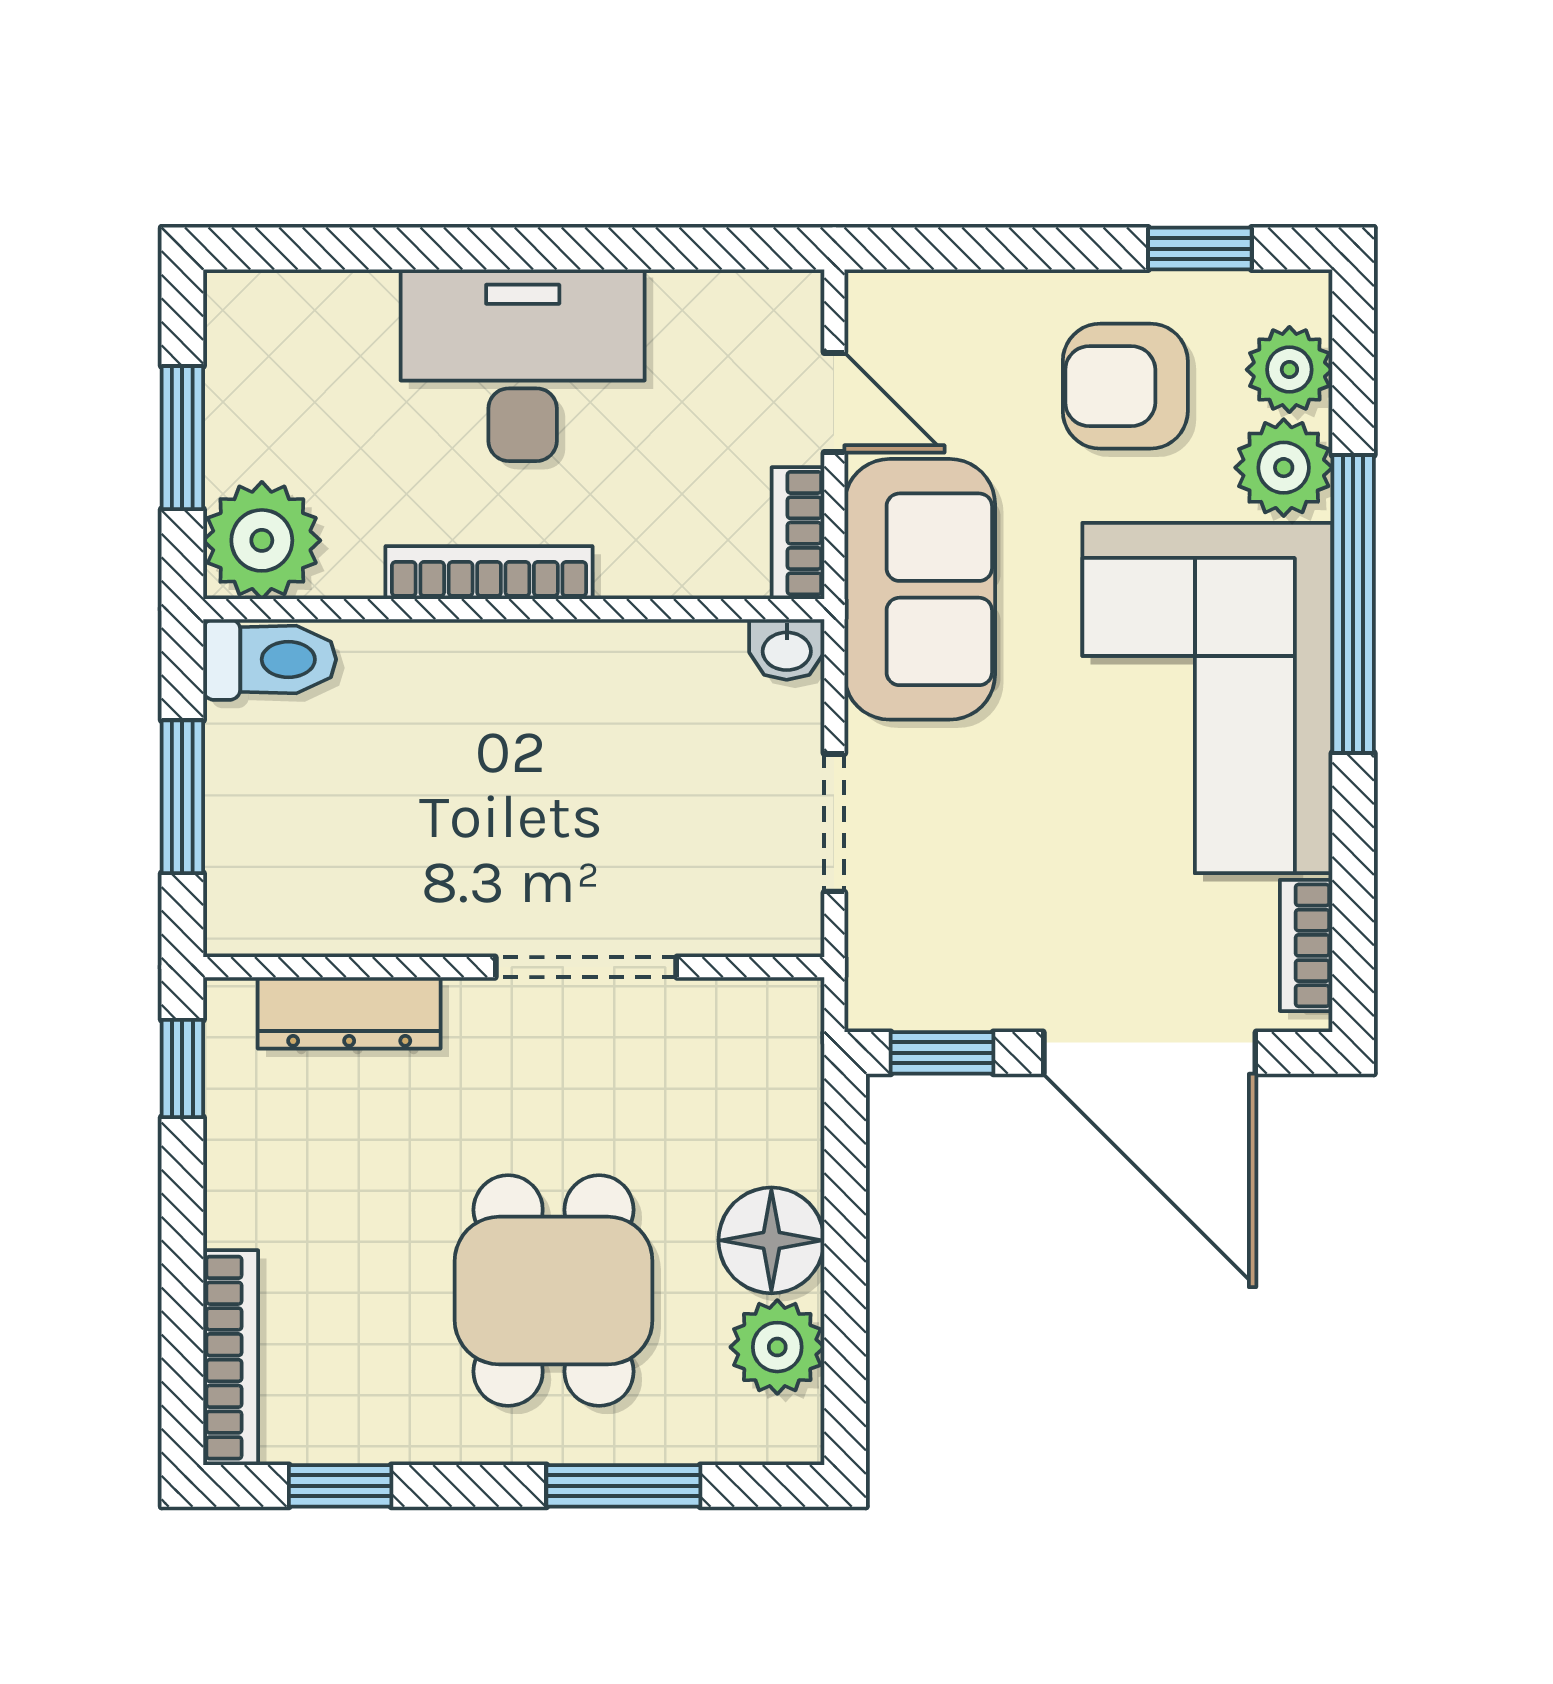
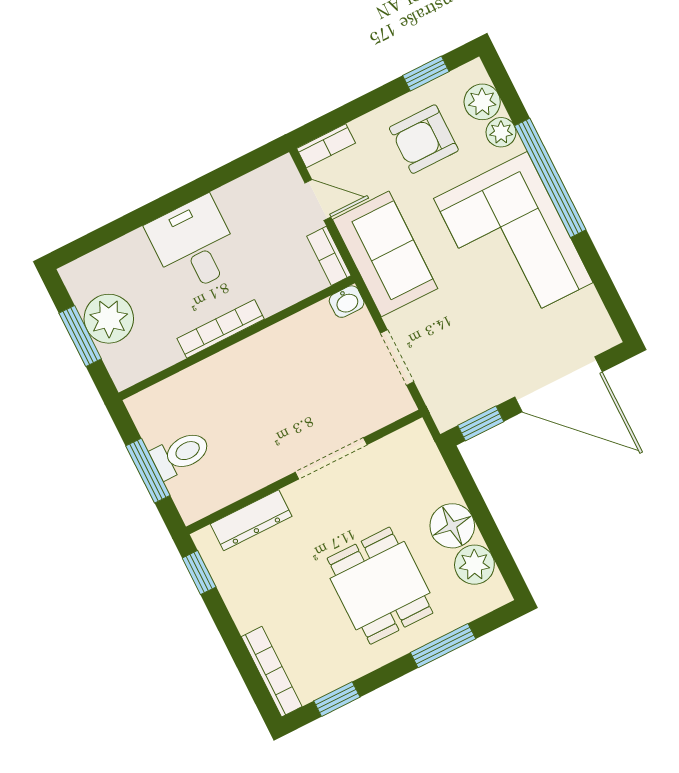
desk: (523, 365) -> (194, 245), width x0.73
plant: (1284, 468) -> (501, 132), width x0.73, depth x0.73
plant: (262, 540) -> (109, 319), moved
toilet: (270, 659) -> (181, 454), moved
bookcase: (1306, 945) -> (326, 146), moved, turned -90

